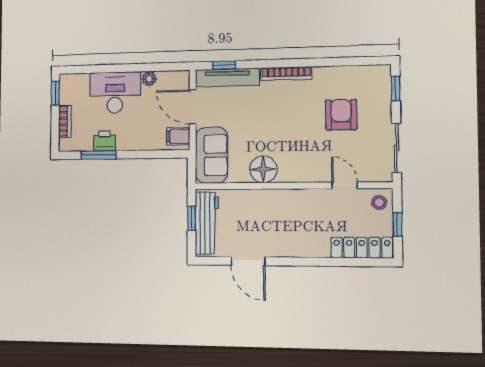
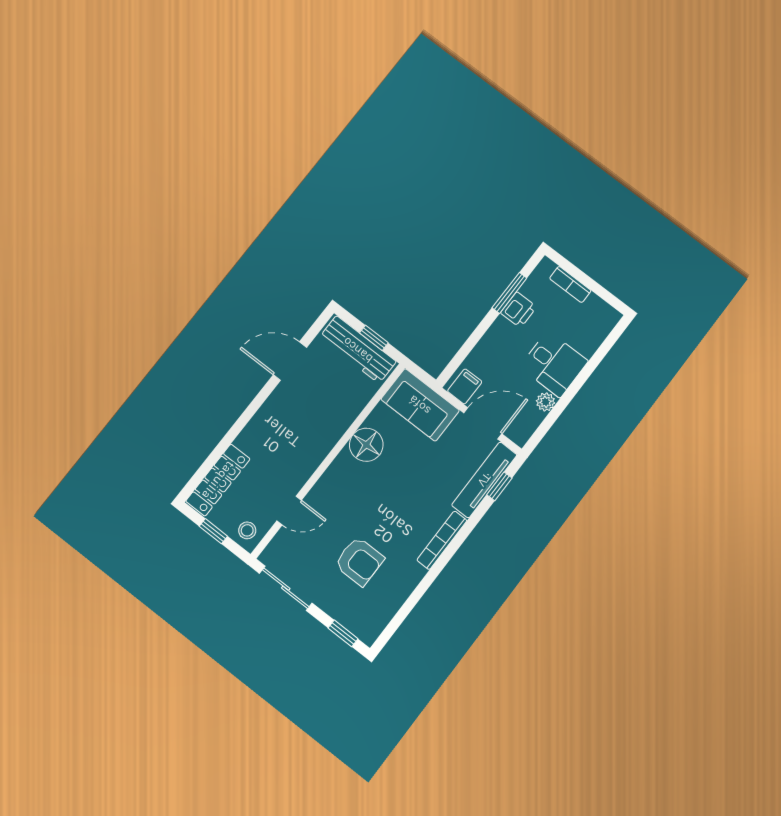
window: (55, 93) -> (607, 296), removed
desk: (115, 93) -> (554, 364), width x0.73

